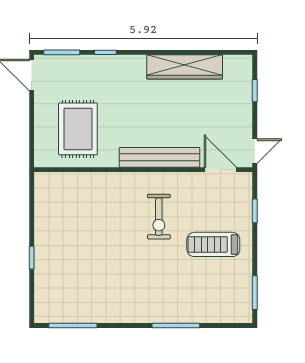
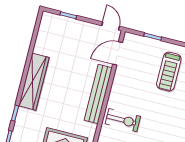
wardrobe: (185, 67) -> (34, 82), moved
exercise bike: (159, 217) -> (123, 120), moved

